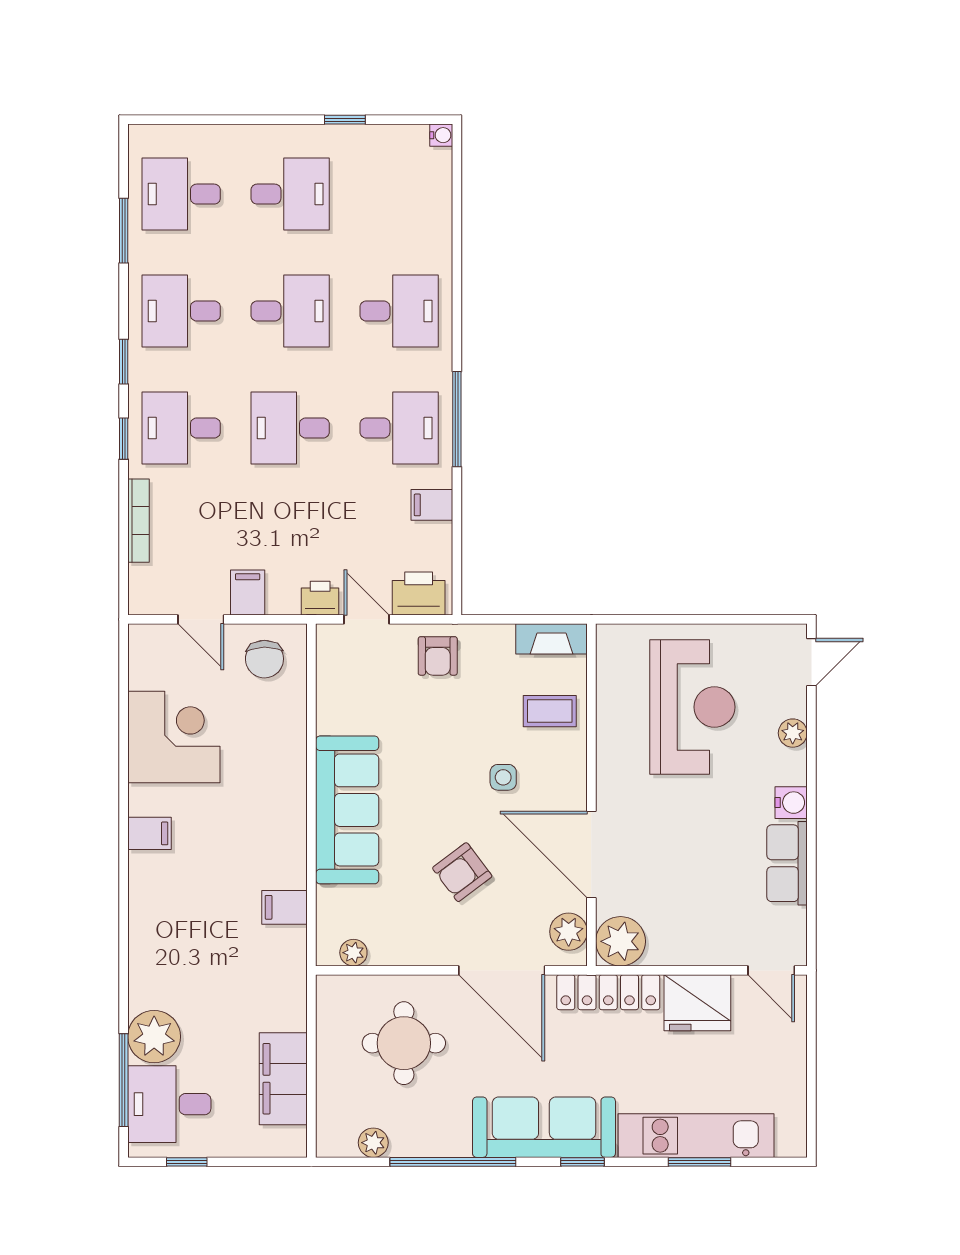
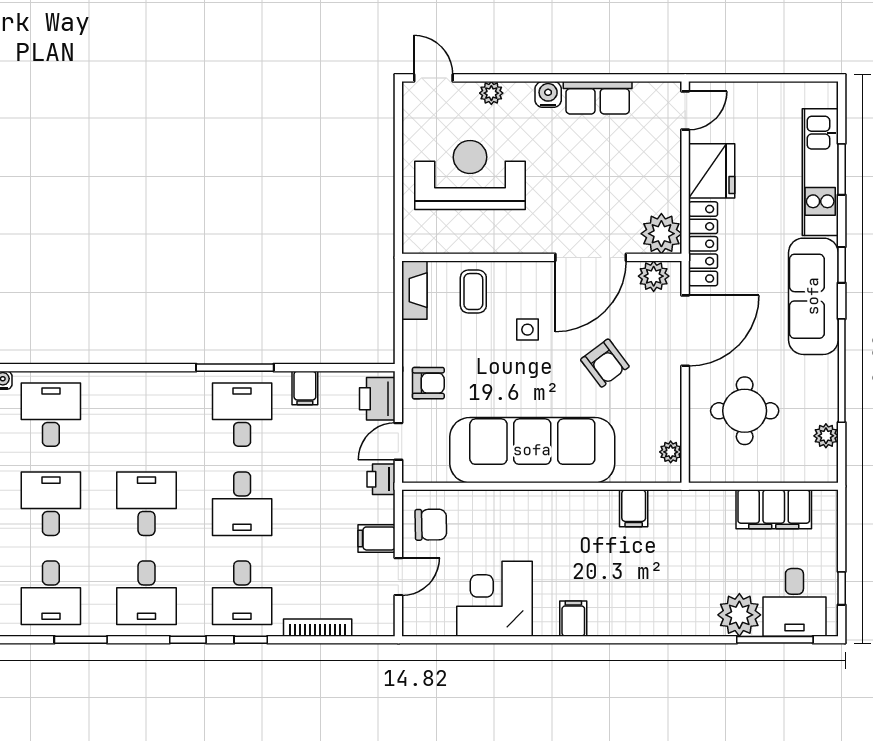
desk: (399, 311) -> (51, 415), moved
sofa: (347, 810) -> (532, 450), width x1.36, depth x1.27

